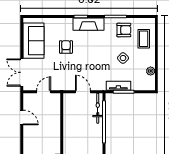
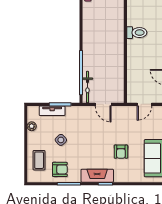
armchair: (124, 30) -> (60, 169), turned 180
tv unit: (118, 86) -> (52, 111), moved

